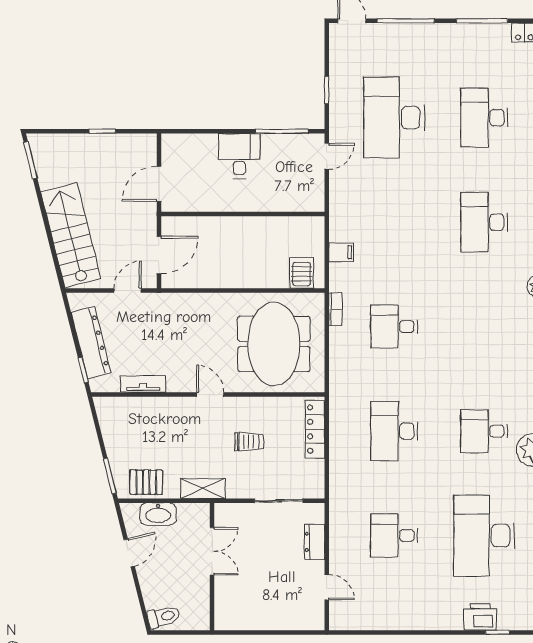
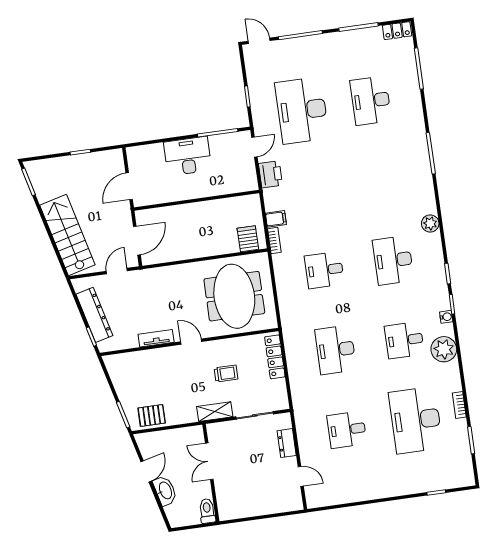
desk: (239, 156) -> (188, 156), width x1.37
desk: (484, 222) -> (393, 260), moved
bookcase: (335, 309) -> (274, 240), moved
tv unit: (143, 384) -> (156, 338), moved
shelving: (203, 489) -> (215, 412), moved
washbasin: (158, 514) -> (165, 491), moved, turned -104
double door: (212, 551) -> (209, 461), swing flipped
toilet: (164, 617) -> (207, 511), moved, turned -76
printer: (480, 617) -> (270, 174), moved, turned 90

